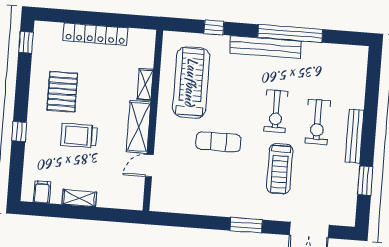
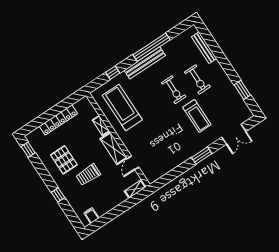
bench: (354, 136) -> (204, 48), moved
exercise mat: (218, 142) -> (157, 126), removed
shelving: (79, 198) -> (135, 189), moved

